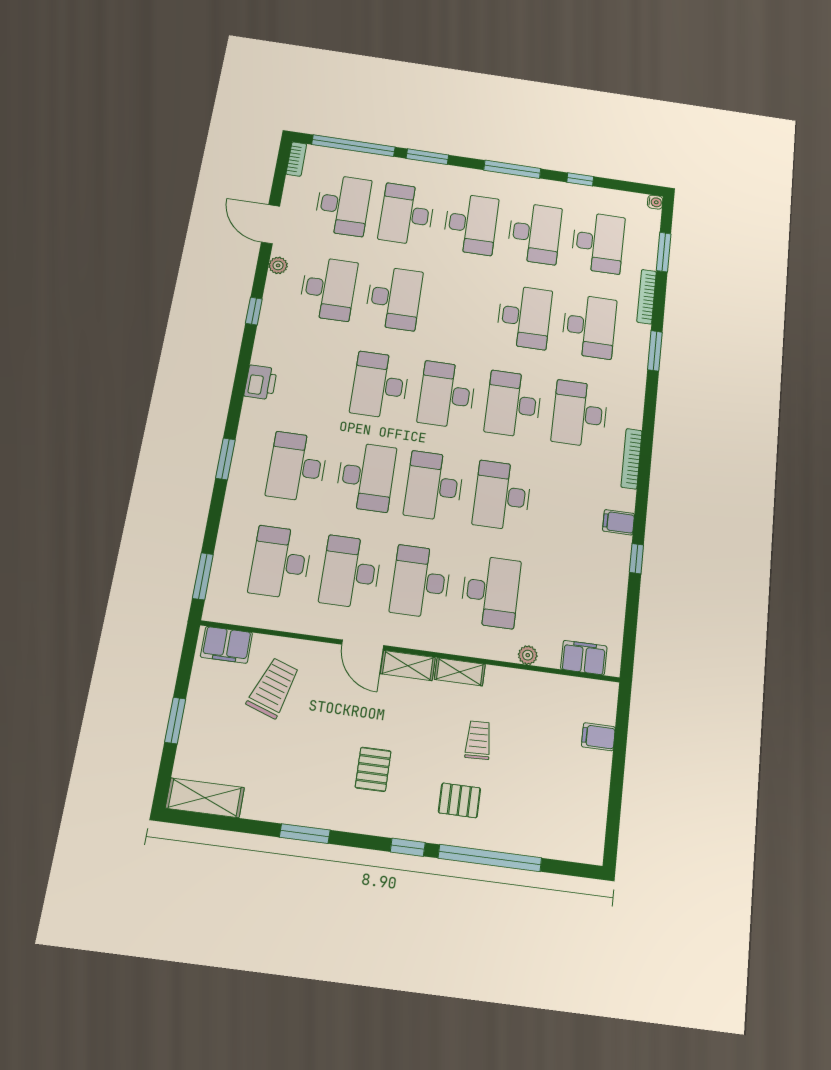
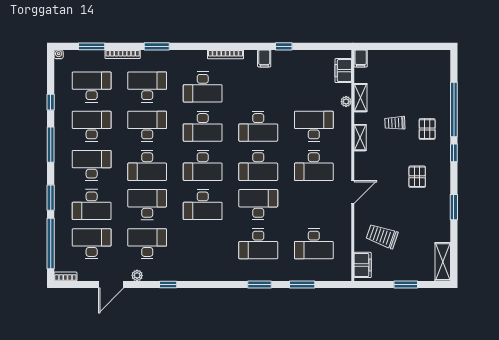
printer: (261, 382) -> (211, 273), removed
desk: (351, 572) -> (147, 165), moved
window: (203, 576) -> (302, 284), moved
shelving: (408, 666) -> (361, 98), moved
filing cabinet: (598, 737) -> (361, 58), moved
pallet: (373, 769) -> (417, 177), turned 90

